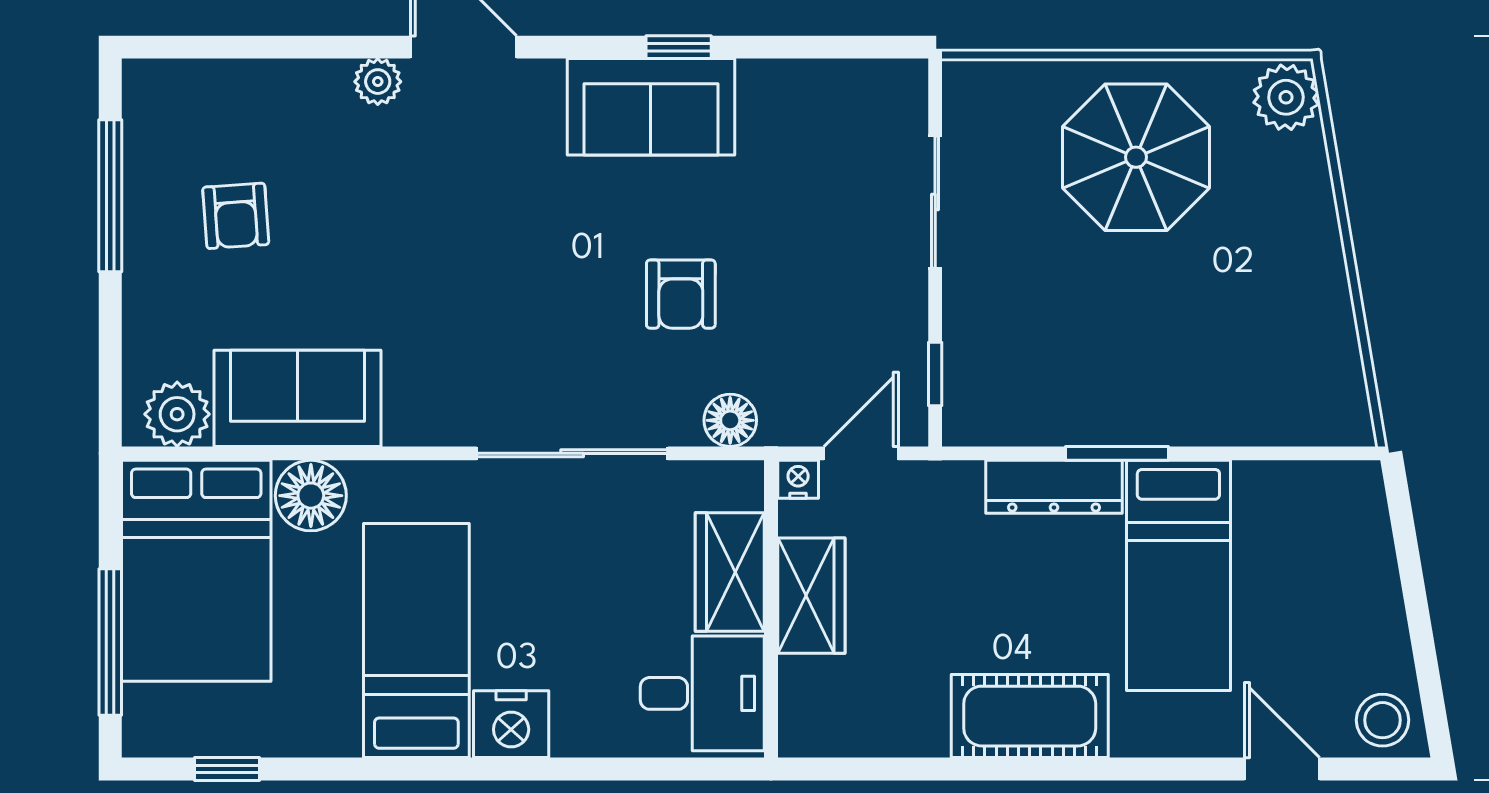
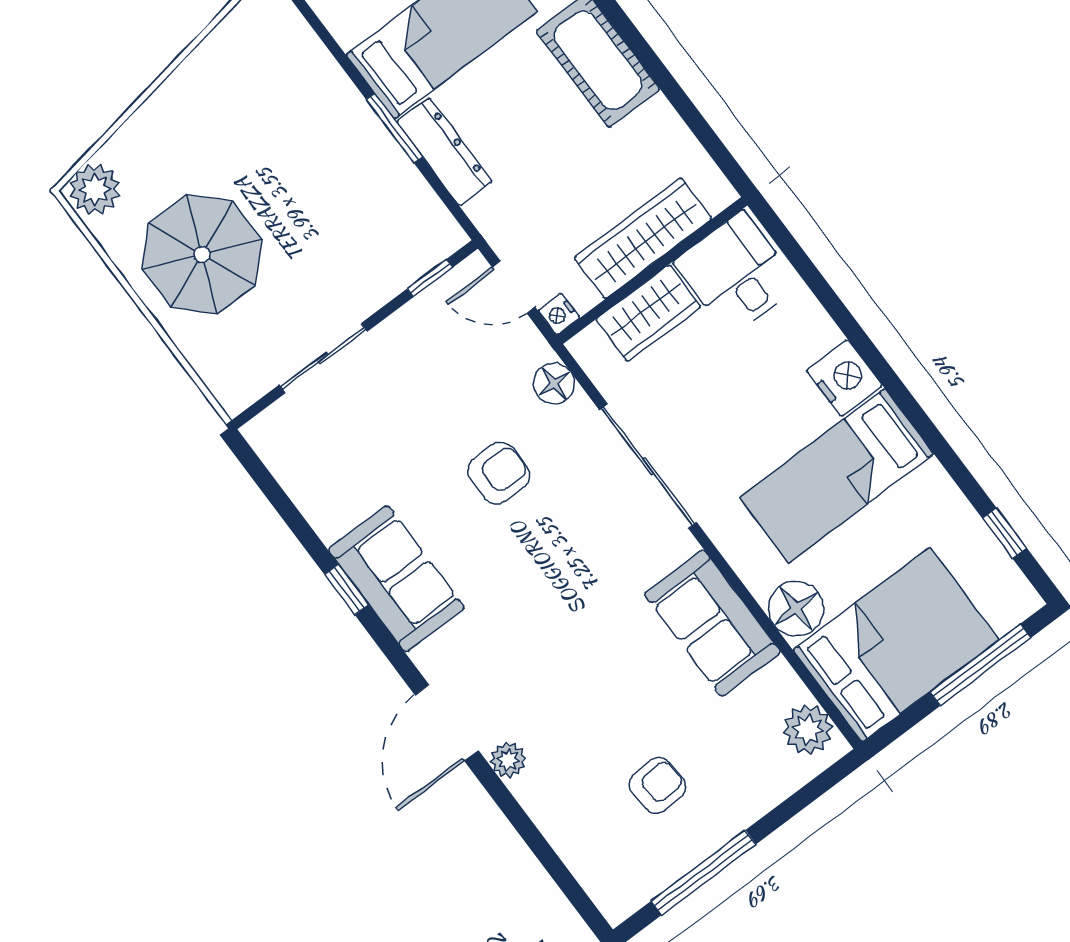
sofa: (297, 398) -> (712, 623), moved
wardrobe: (811, 596) -> (643, 238), width x1.50

